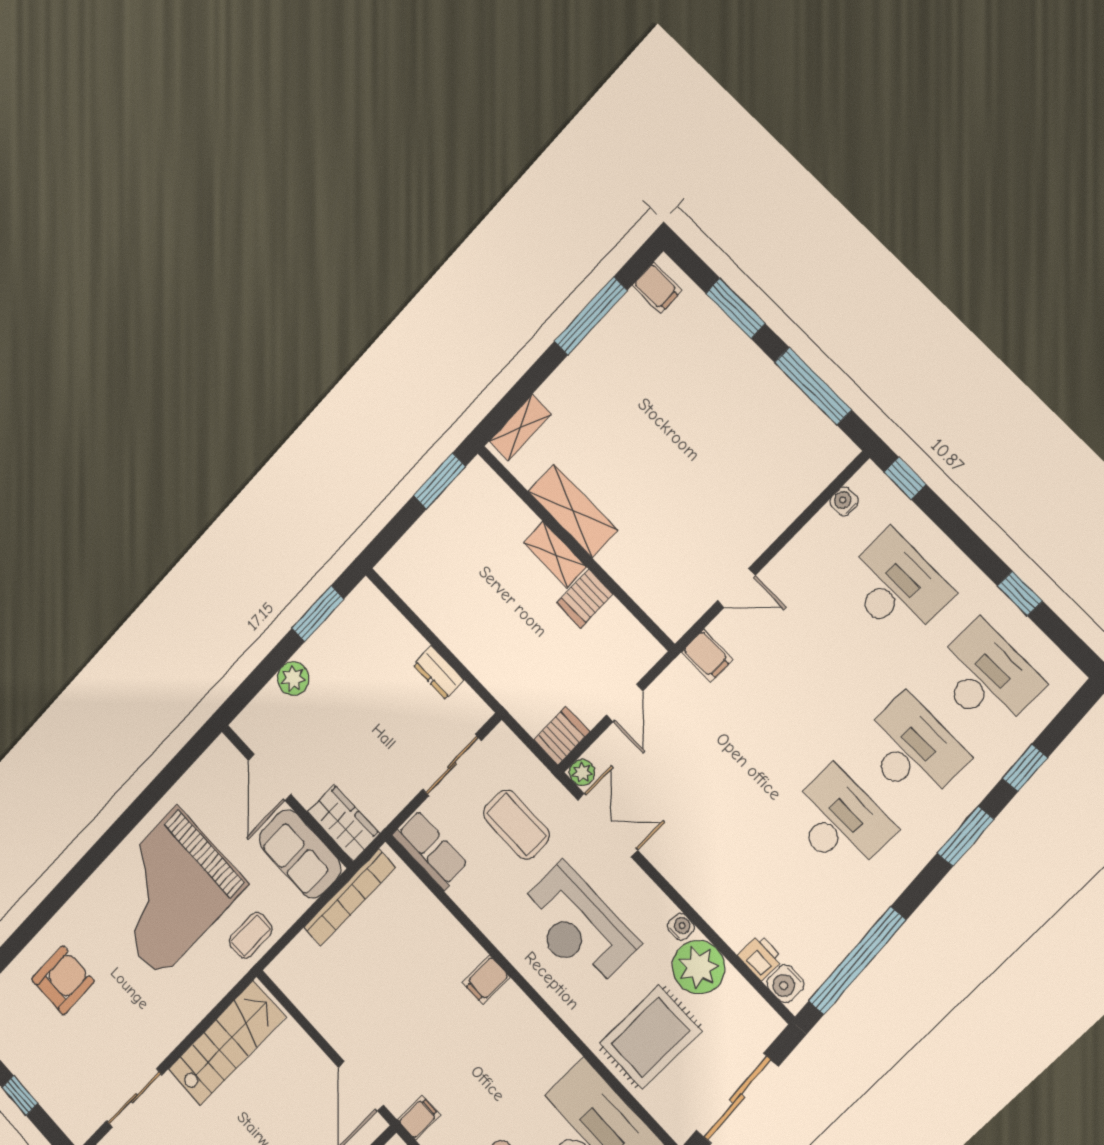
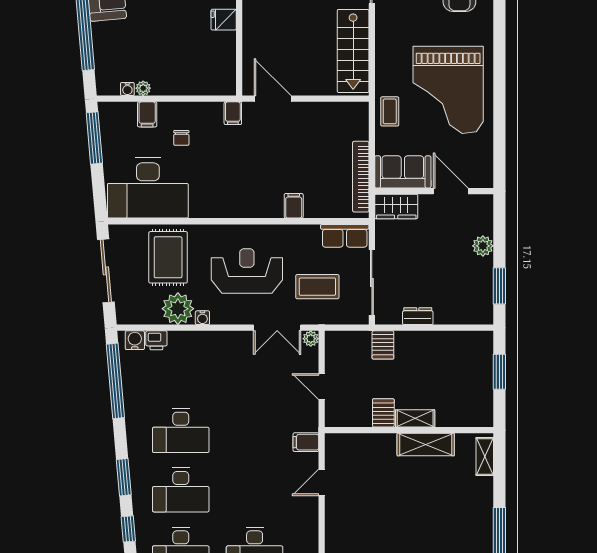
window: (439, 481) -> (499, 372), moved
server rack: (562, 736) -> (383, 345), moved
sliding door: (452, 765) -> (372, 282), width x1.37
grand piano: (168, 892) -> (448, 90), turned 180
filing cabinet: (486, 980) -> (294, 206), moved

